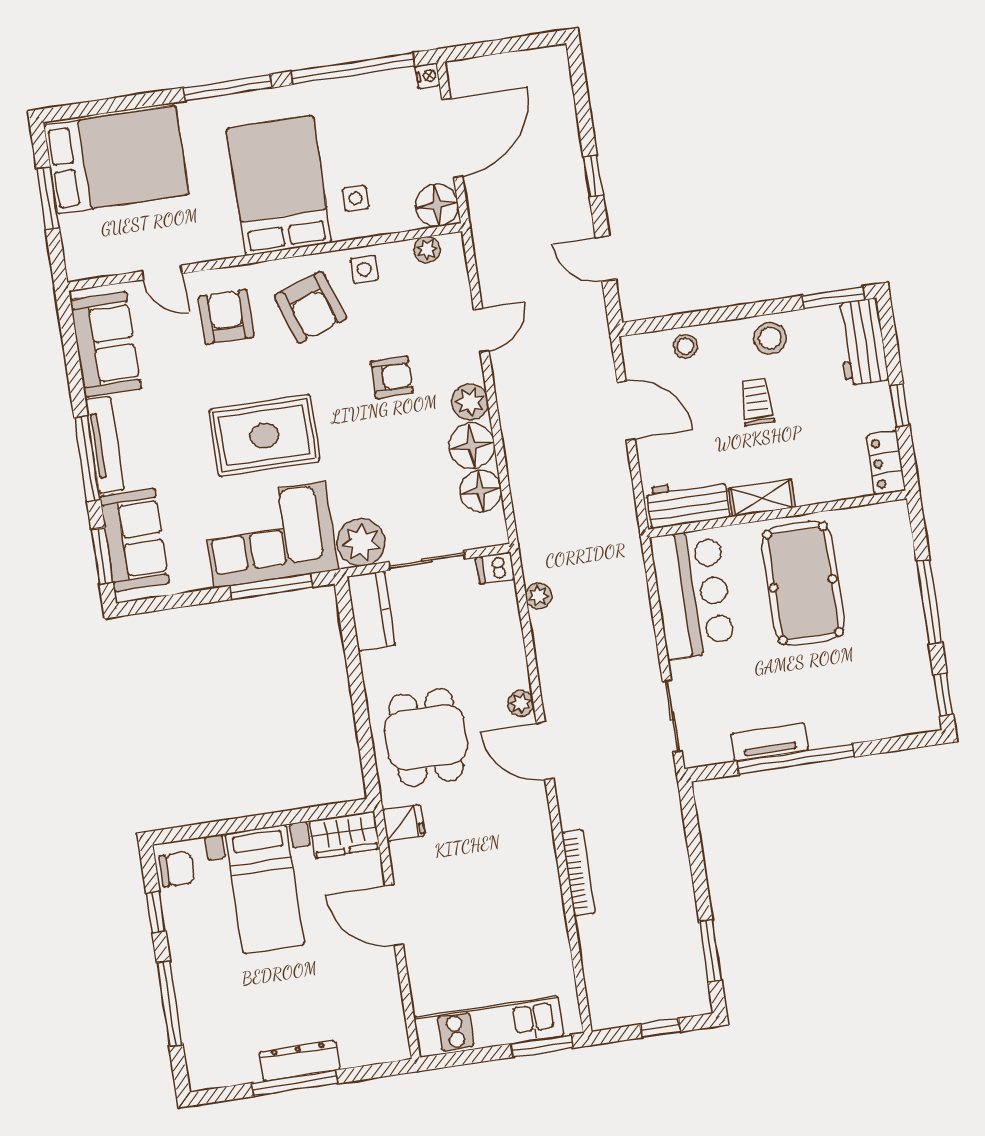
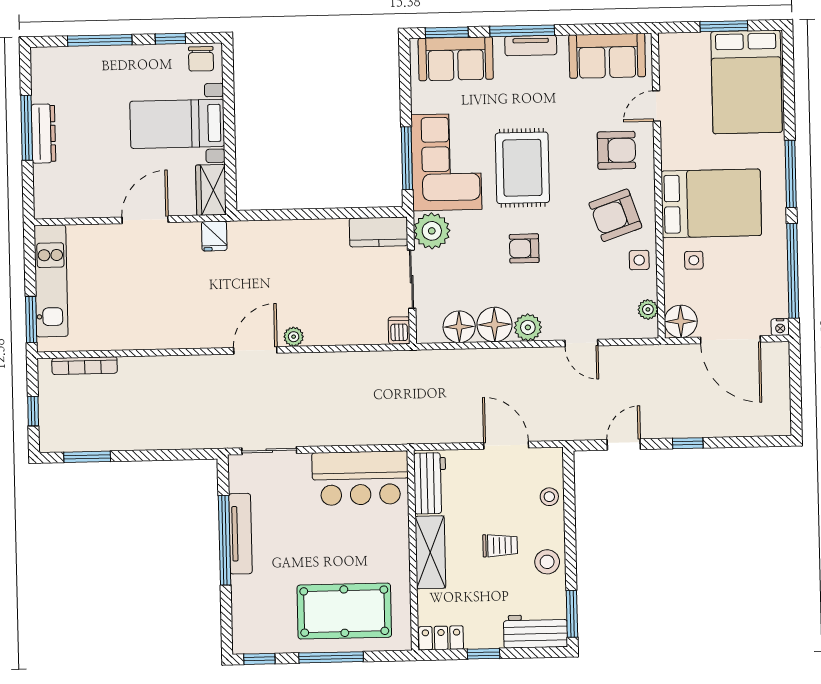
armchair: (392, 377) -> (524, 248), moved, turned 90
door: (626, 411) -> (506, 445), swing flipped
tv unit: (105, 445) -> (531, 45), width x0.71
shelving: (762, 498) -> (430, 552), width x1.50, depth x1.33
pool table: (803, 583) -> (344, 611), moved
plant: (539, 596) -> (374, 361), removed
dining table: (426, 737) -> (277, 261), removed
tv unit: (769, 742) -> (240, 534), width x1.41
bookcase: (578, 873) -> (85, 366), moved

